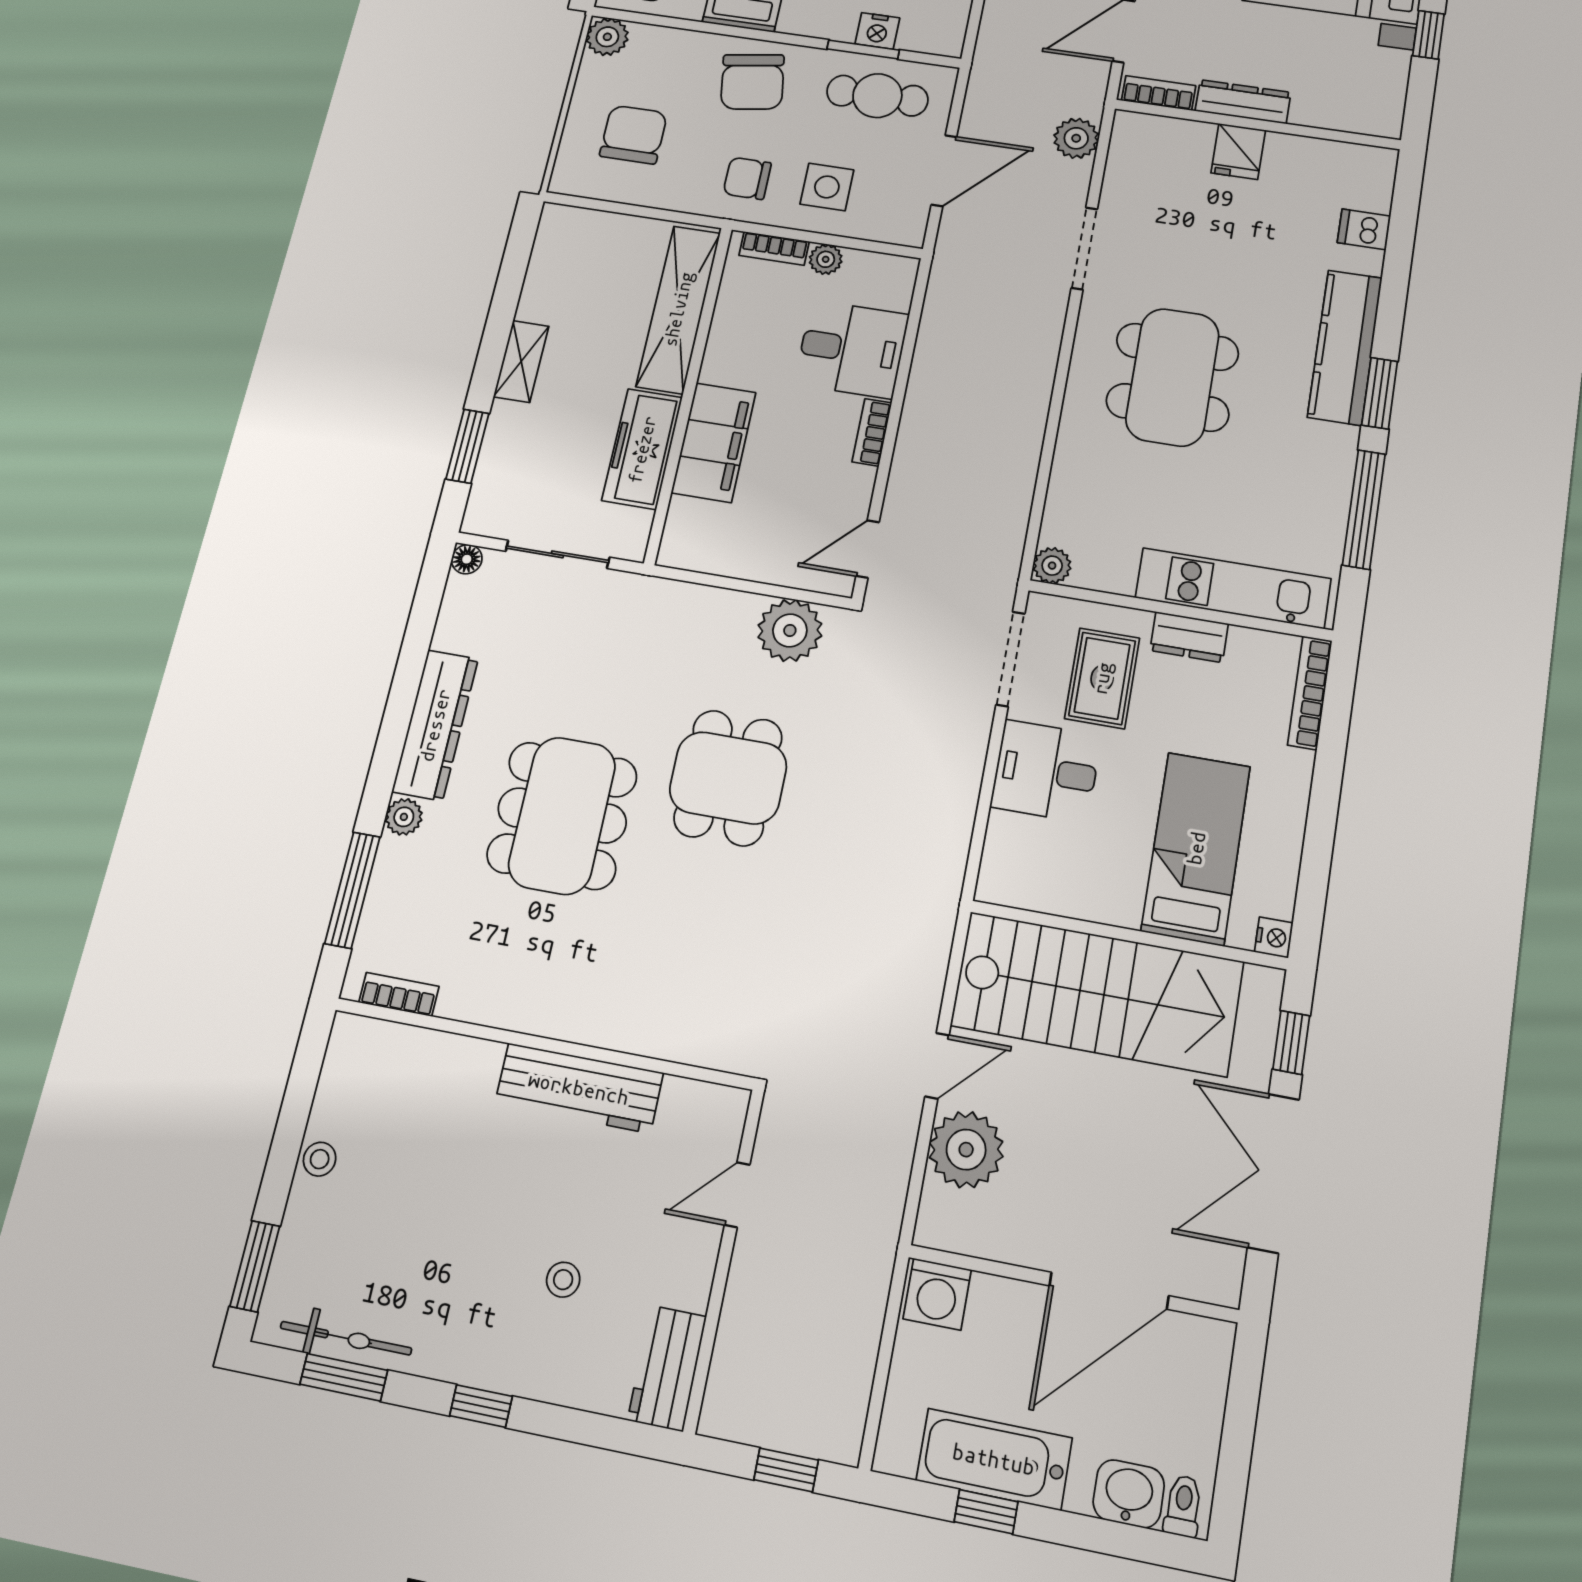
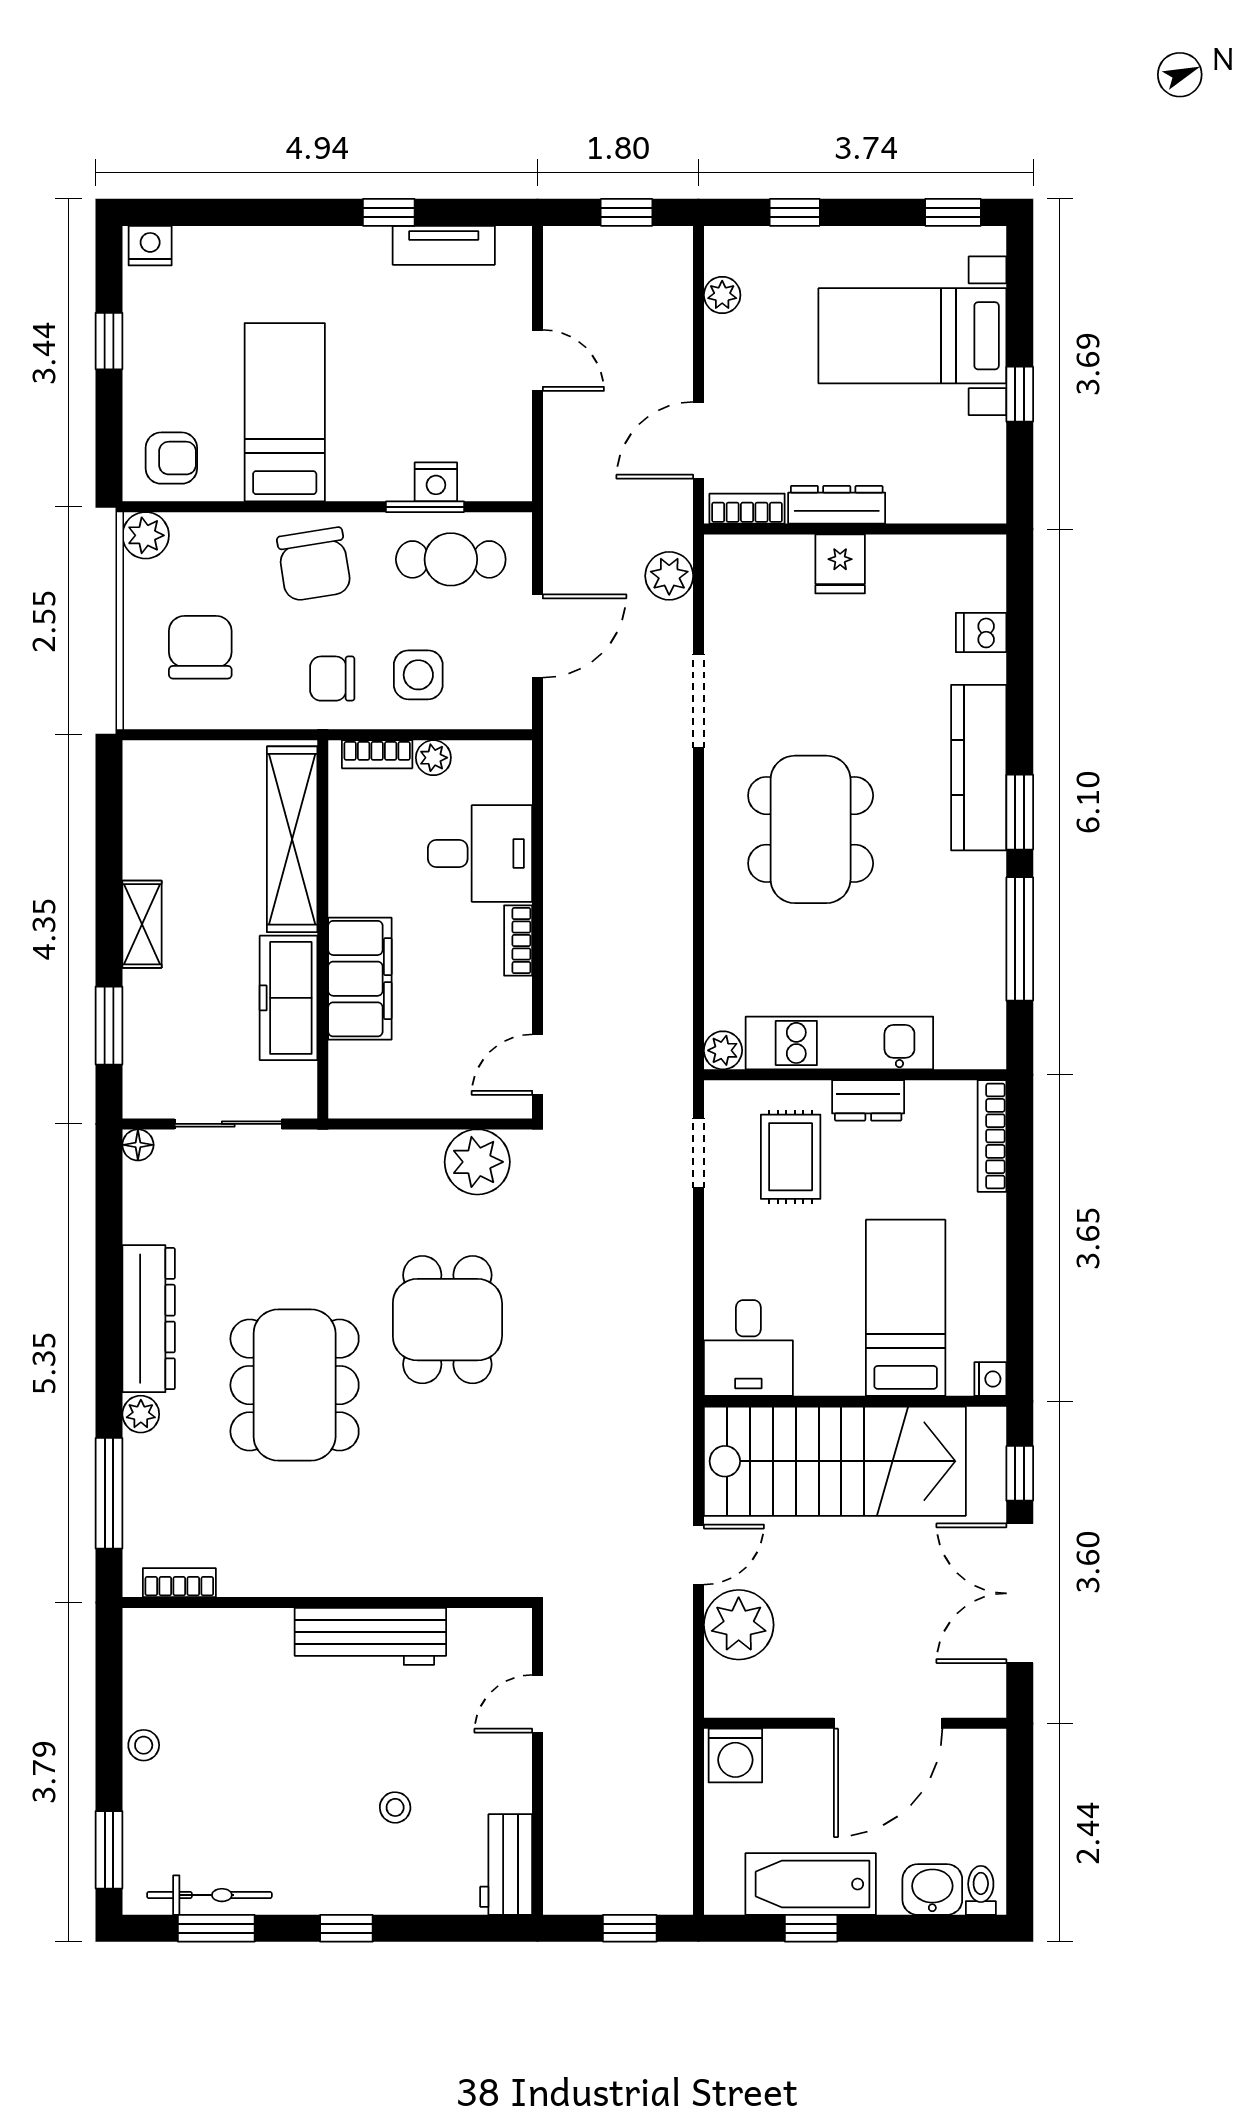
kitchen unit: (1233, 588) -> (839, 1043), moved
doorway: (1010, 659) -> (699, 1153), width x0.73
desk: (1046, 771) -> (748, 1348), moved, turned -90

